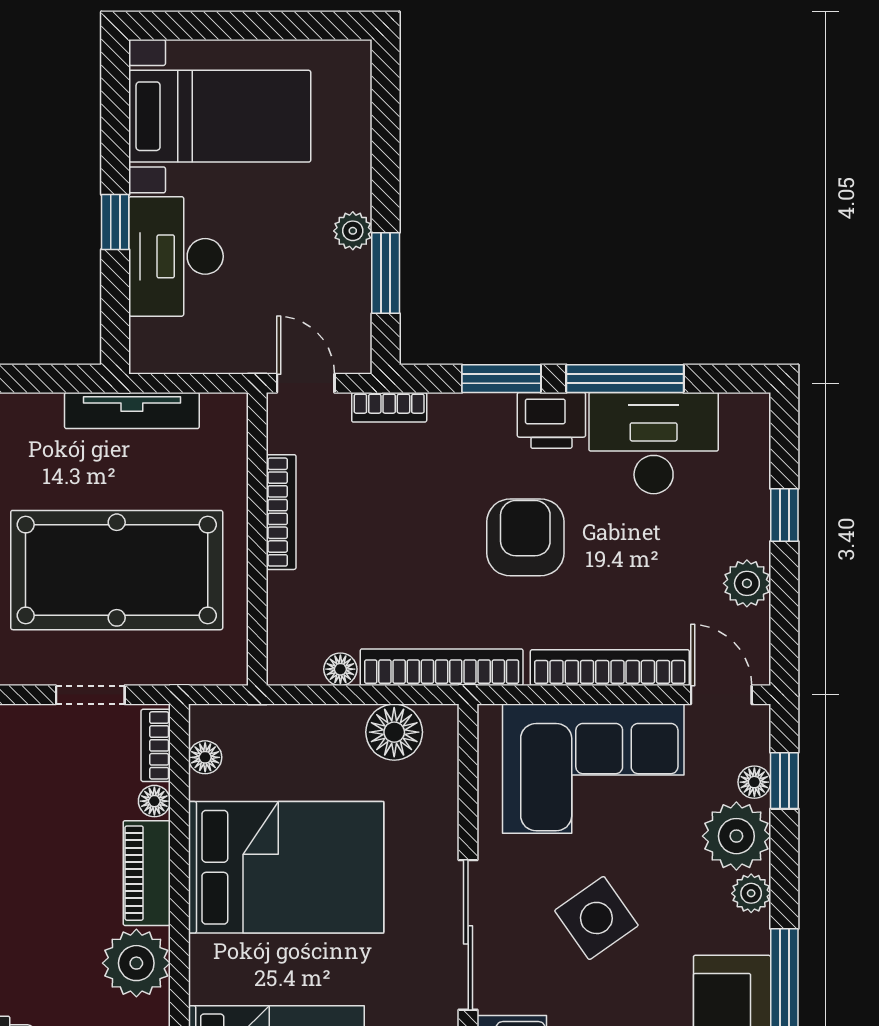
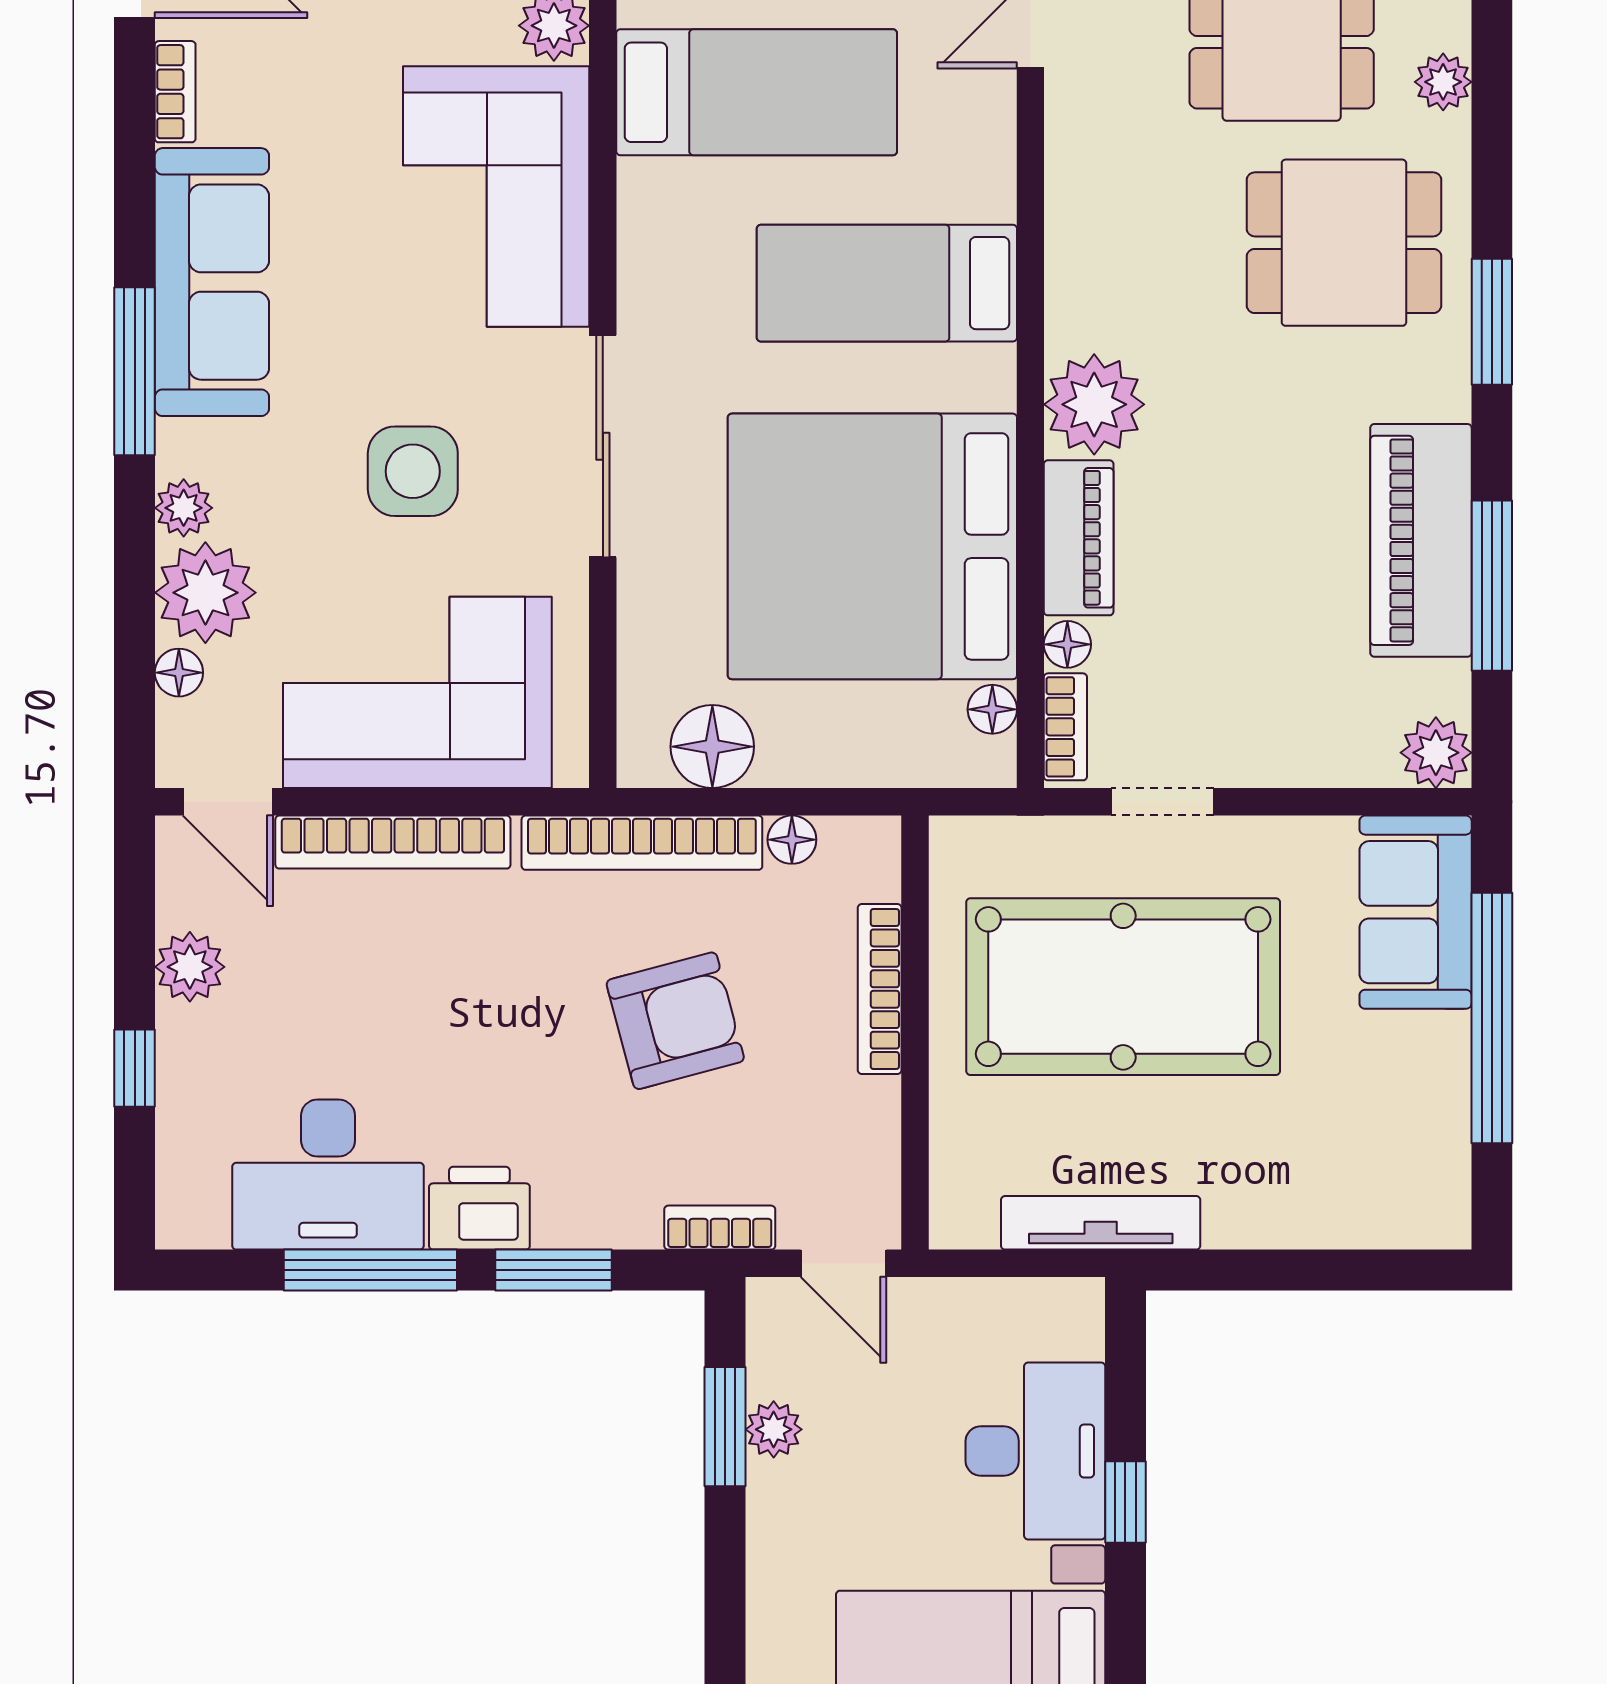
plant: (353, 231) -> (774, 1429), moved
bookcase: (281, 512) -> (880, 989), moved
armchair: (525, 537) -> (675, 1021), moved, turned -105
window: (784, 781) -> (135, 675), removed
bed: (286, 867) -> (872, 546), width x1.36
side table: (596, 918) -> (413, 471), turned 35

